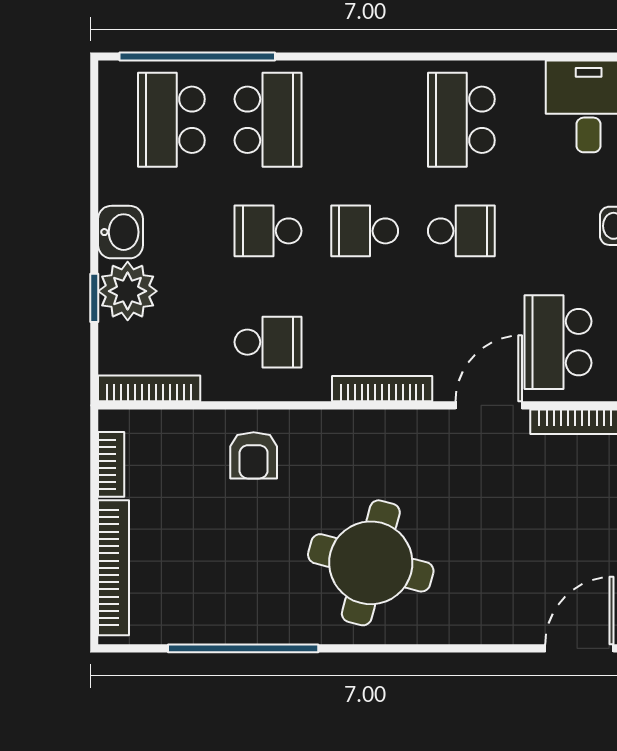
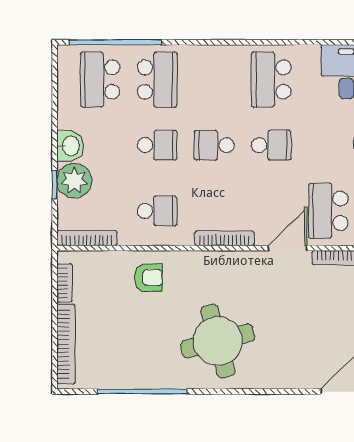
school desk: (268, 231) -> (157, 145), turned 180
armchair: (254, 455) -> (149, 278), turned -90
round table: (371, 563) -> (218, 341), turned -30

